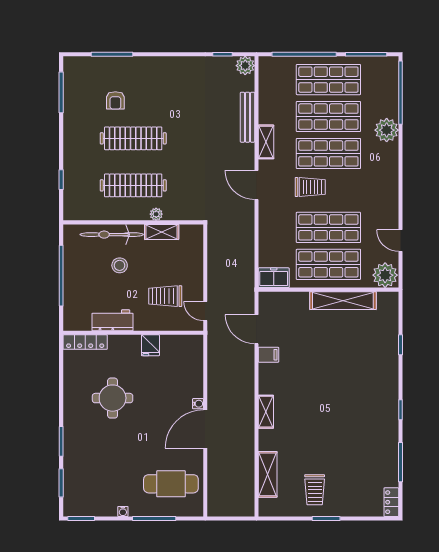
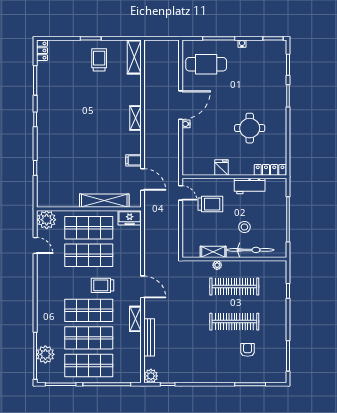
plant: (387, 130) -> (45, 354), moved
shelving: (343, 301) -> (104, 201), moved
shelving: (268, 474) -> (134, 57), moved

